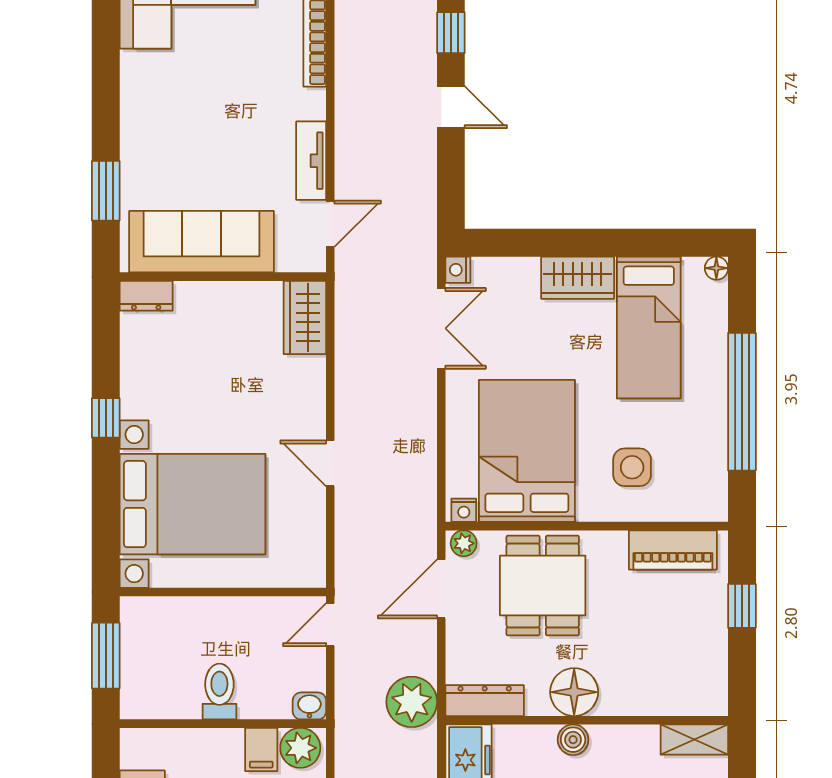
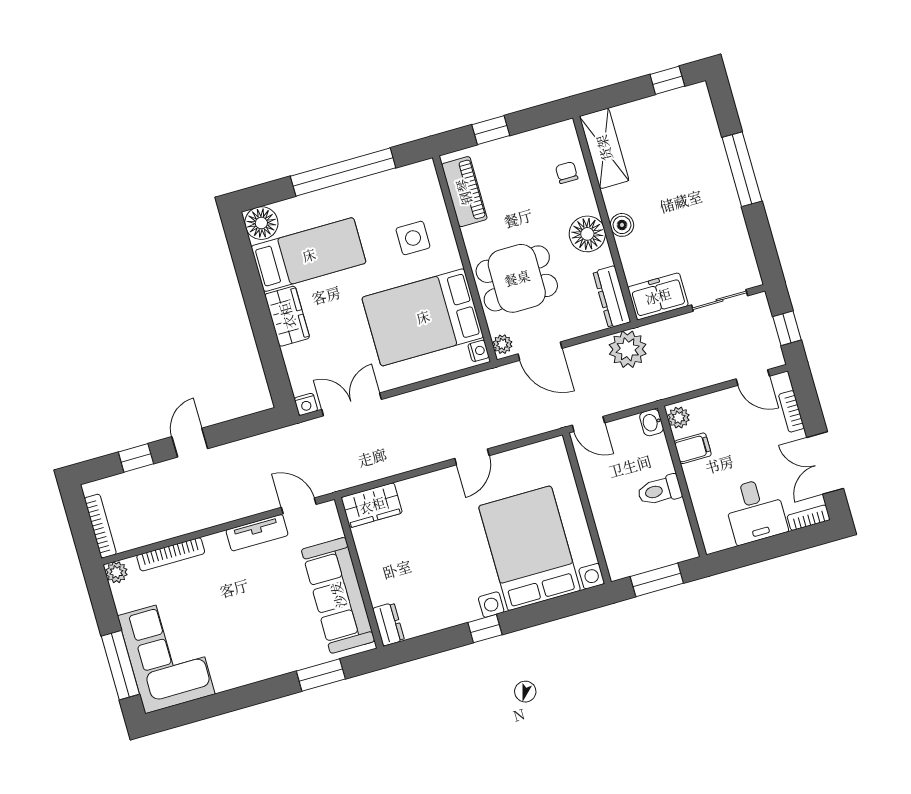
floor lamp: (716, 268) -> (261, 223), width x1.89, depth x1.89
chair: (660, 688) -> (567, 173), added
shelving: (694, 740) -> (604, 148), width x1.50, depth x1.33
plant: (300, 748) -> (679, 418), width x0.73, depth x0.73

